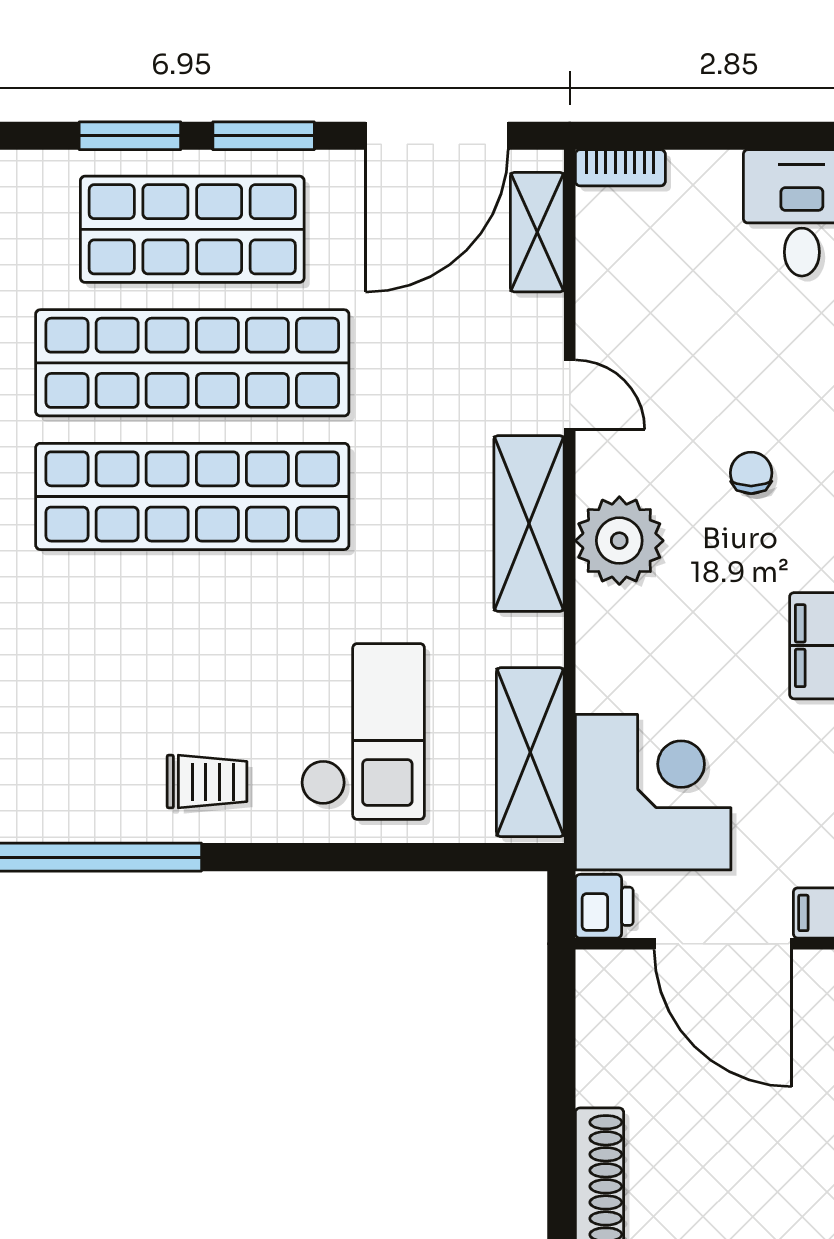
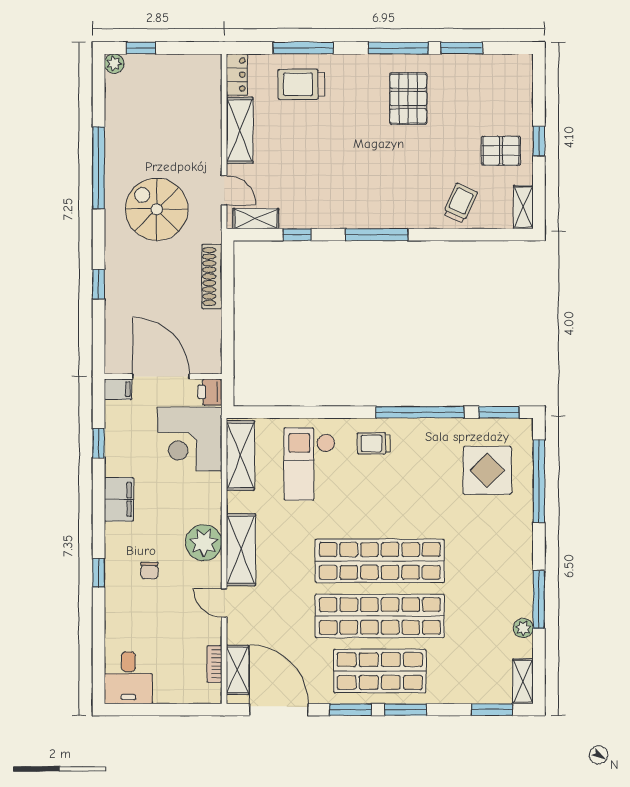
door: (437, 136) -> (279, 710), hinge flipped
bookcase: (620, 168) -> (214, 664), moved, turned -90

